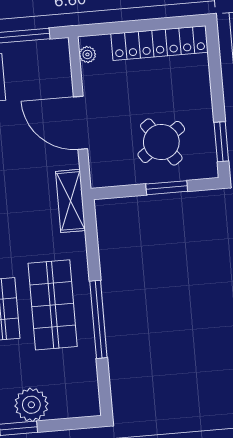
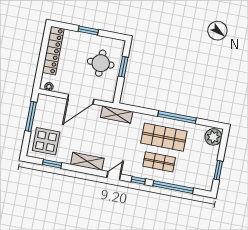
round table: (161, 142) -> (101, 63), turned 35
window: (221, 142) -> (88, 30), moved
plant: (31, 405) -> (213, 137), moved

